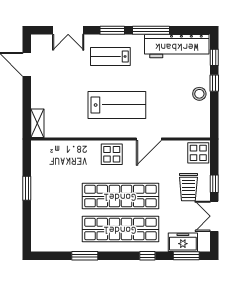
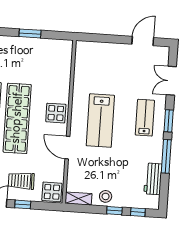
workbench: (177, 46) -> (153, 179), width x0.53, depth x0.76
shelving: (37, 123) -> (78, 199), moved

